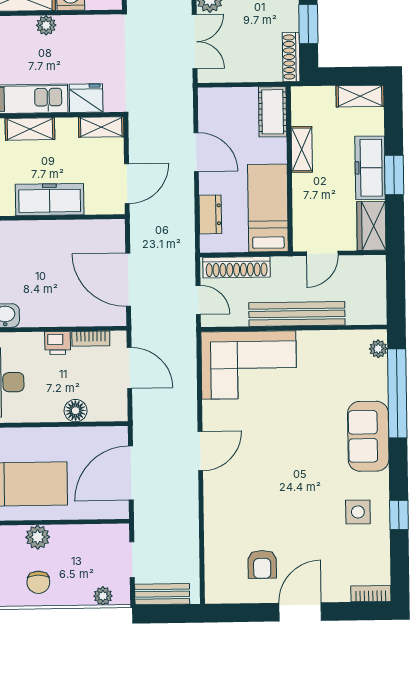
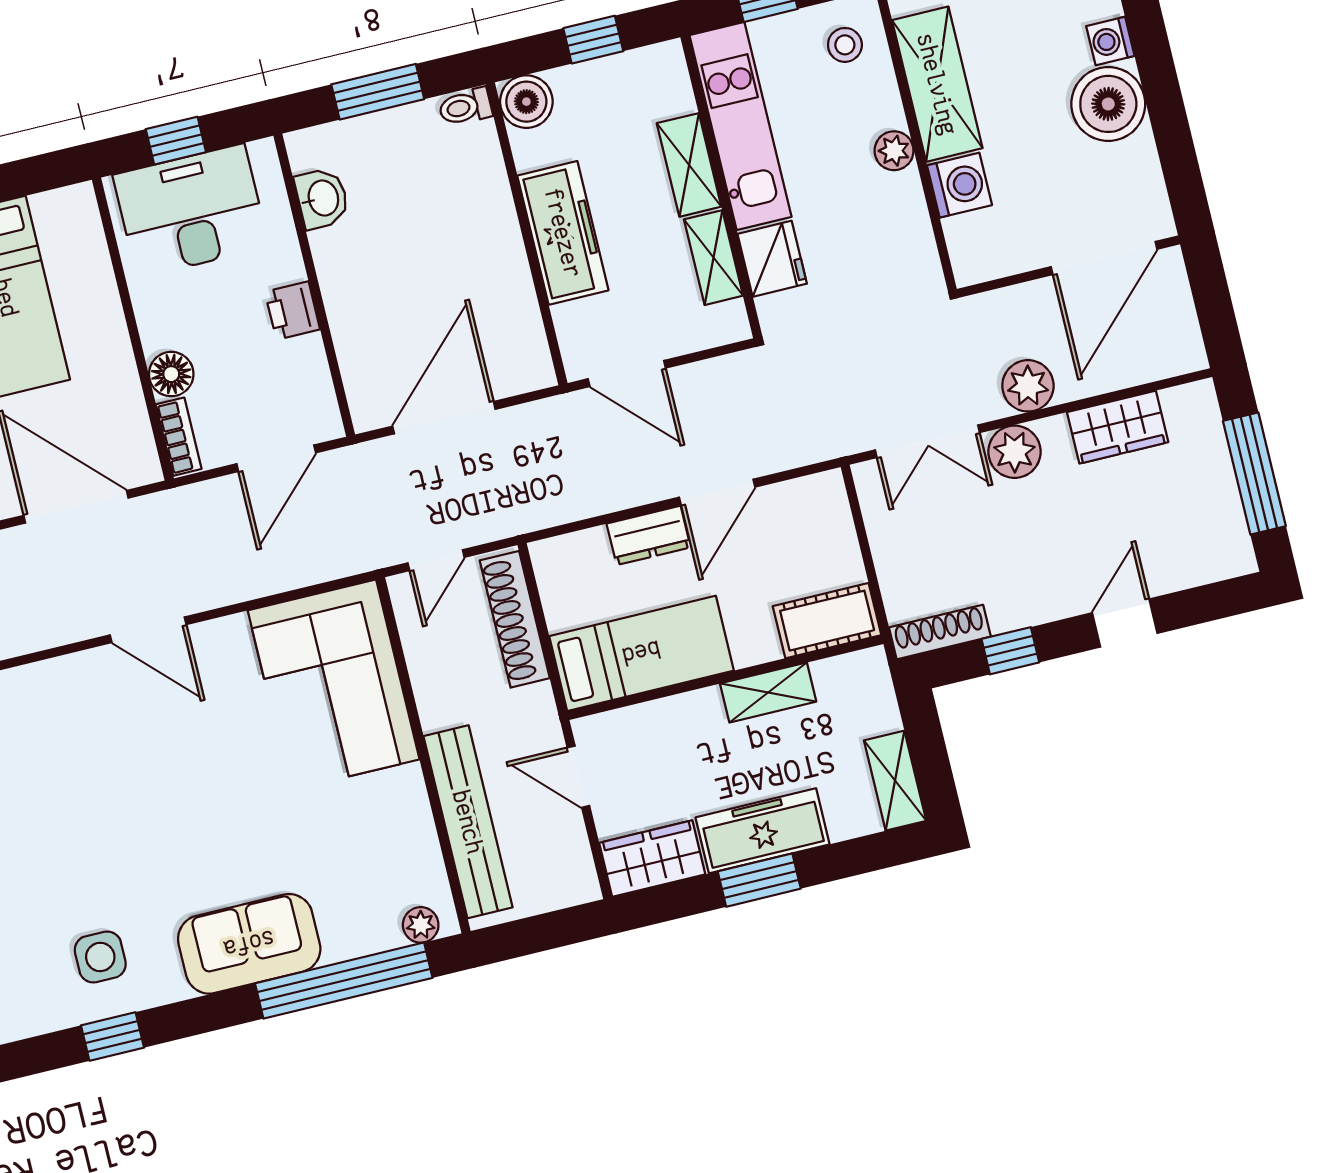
window: (308, 24) -> (1010, 651), width x0.67
shelving: (101, 127) -> (713, 258), moved
dresser: (210, 214) -> (649, 535), moved
bench: (297, 314) -> (468, 822), moved
bookcase: (91, 339) -> (179, 437), moved, turned 180

